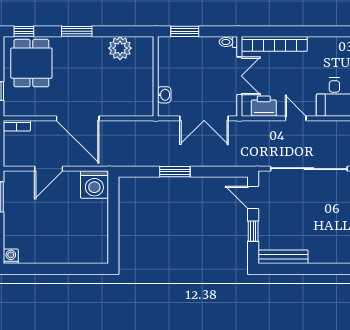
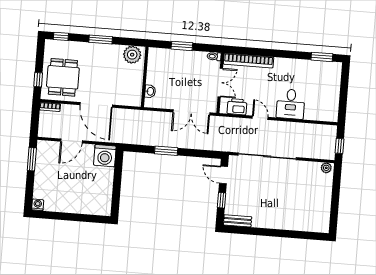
dining table: (31, 63) -> (63, 77), moved
wall: (156, 76) -> (145, 77), moved
washbasin: (164, 95) -> (150, 91), moved
bench: (283, 257) -> (238, 221), width x0.73

